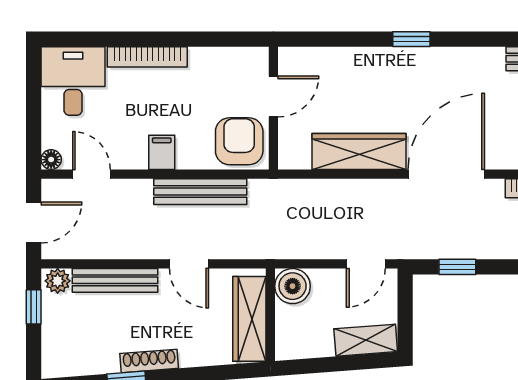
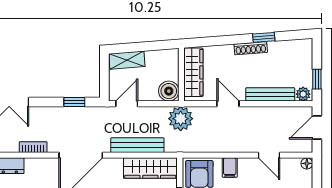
wardrobe: (359, 151) -> (150, 168), moved
filing cabinet: (162, 152) -> (230, 168), moved
door: (91, 174) -> (269, 155), moved
bench: (200, 192) -> (137, 145), moved
plant: (272, 238) -> (181, 119), added

